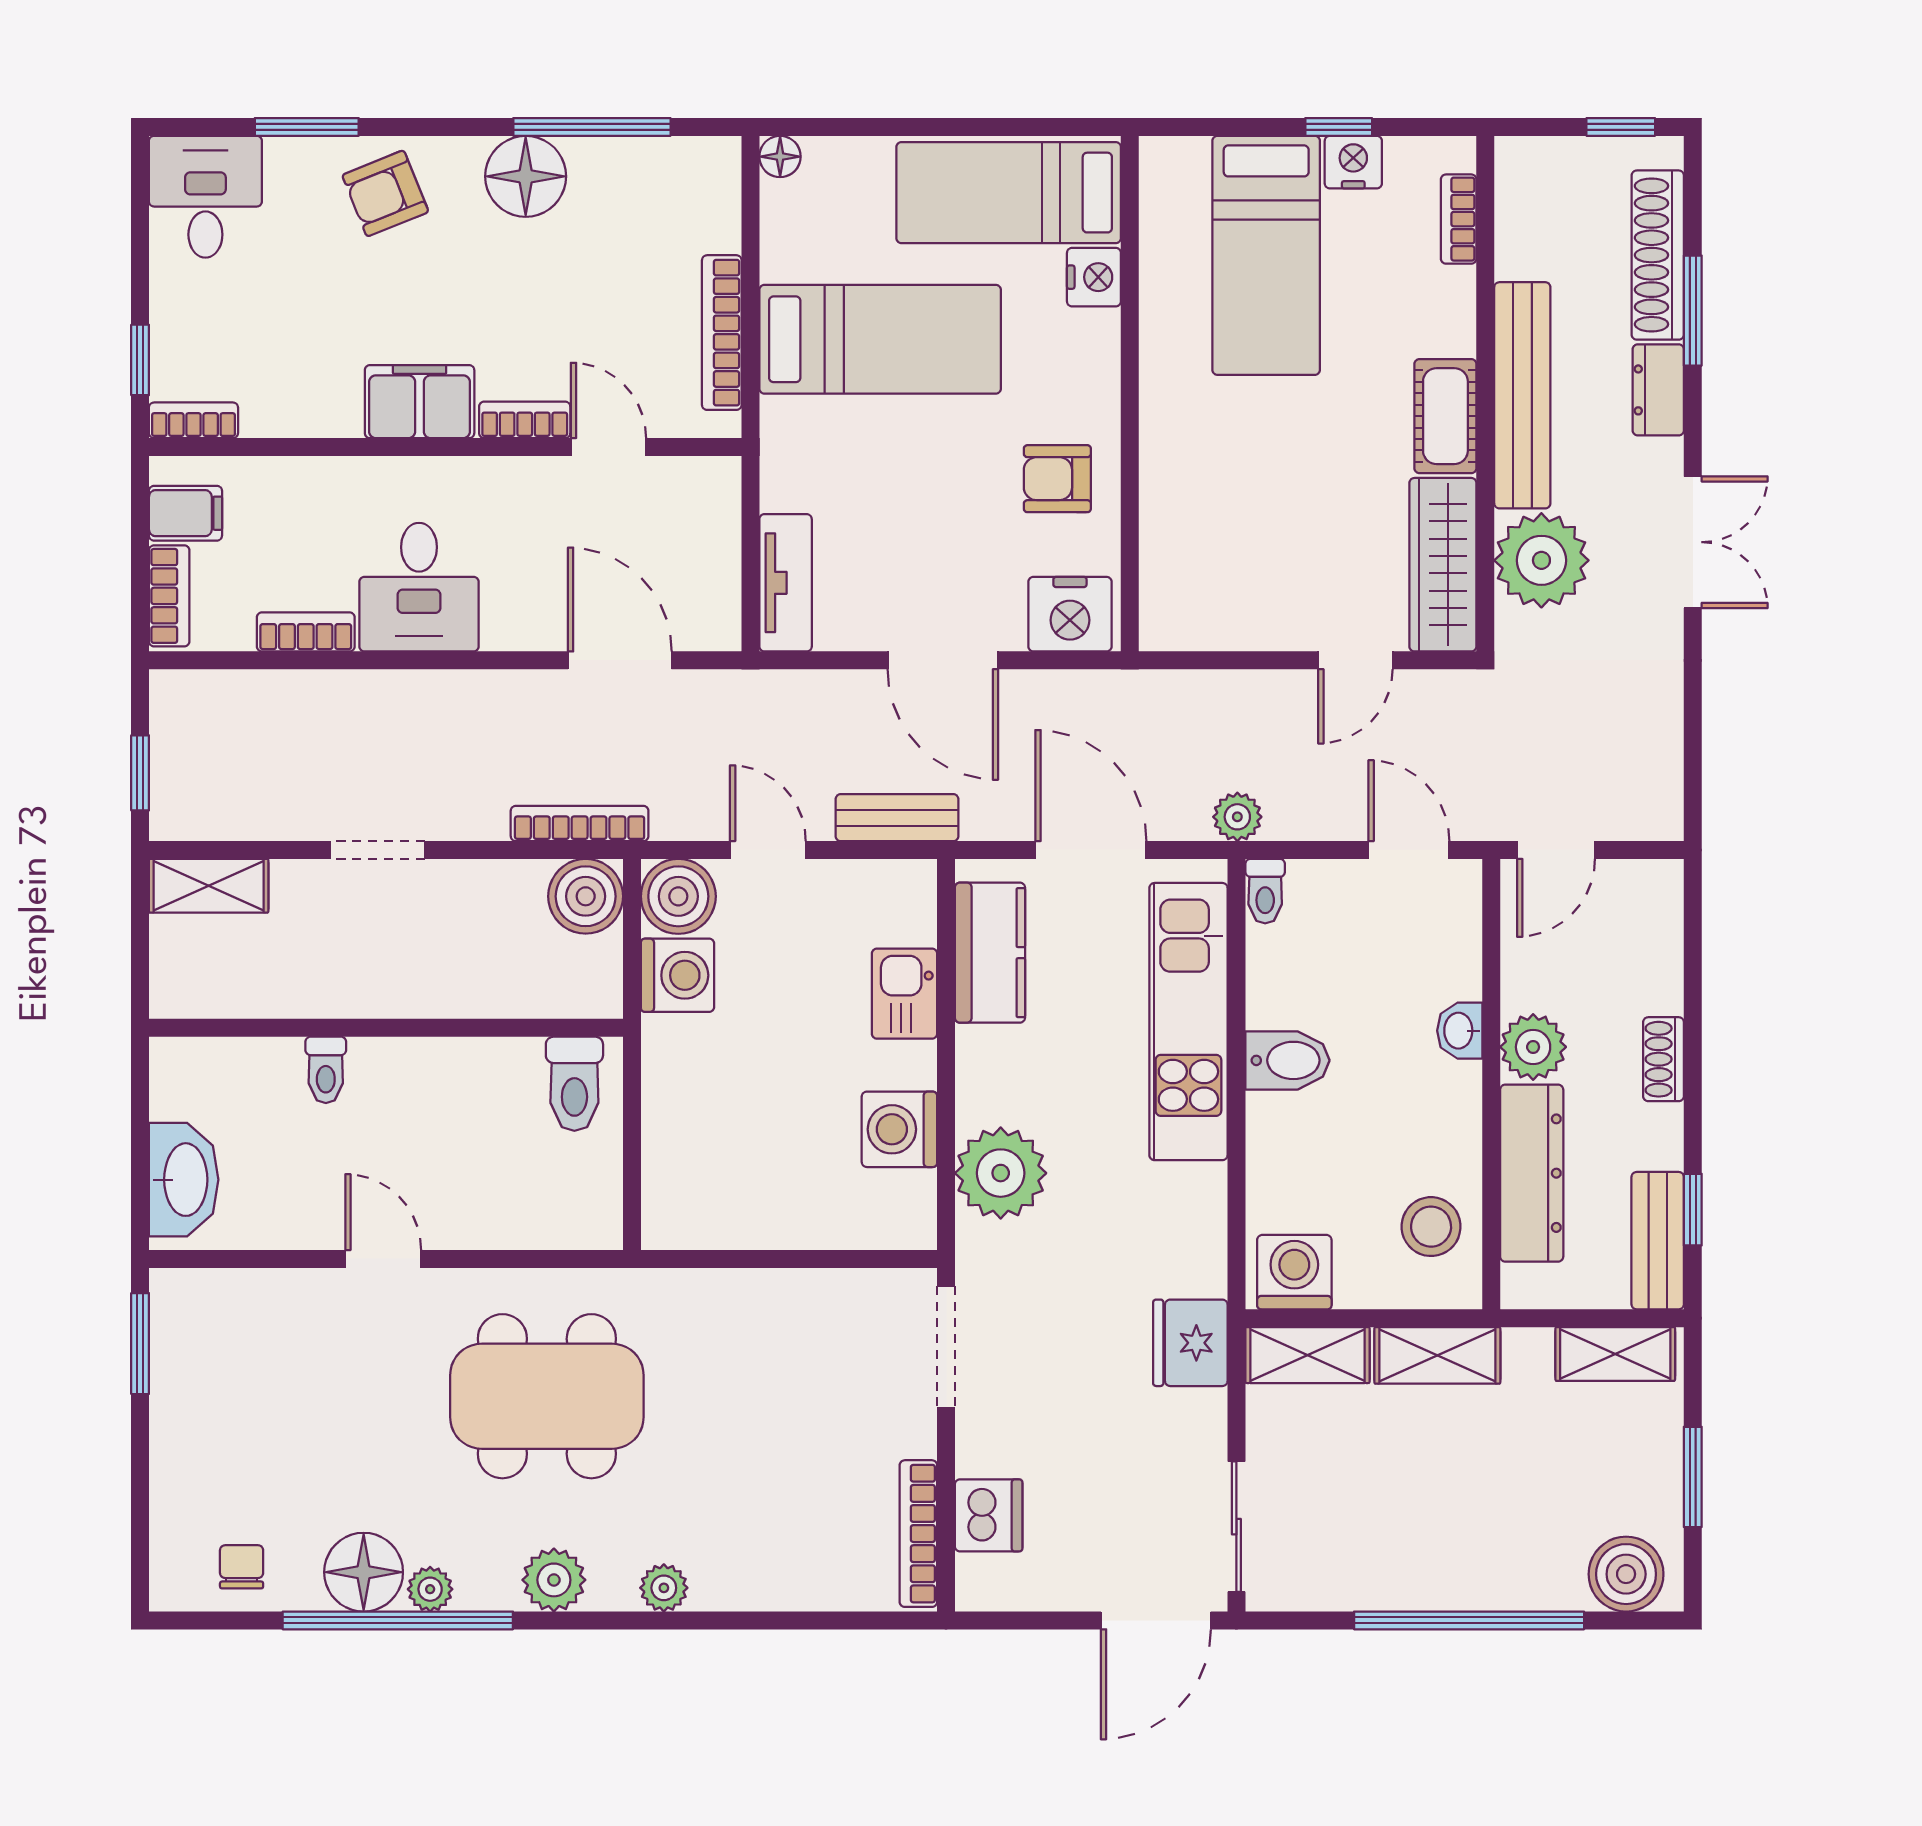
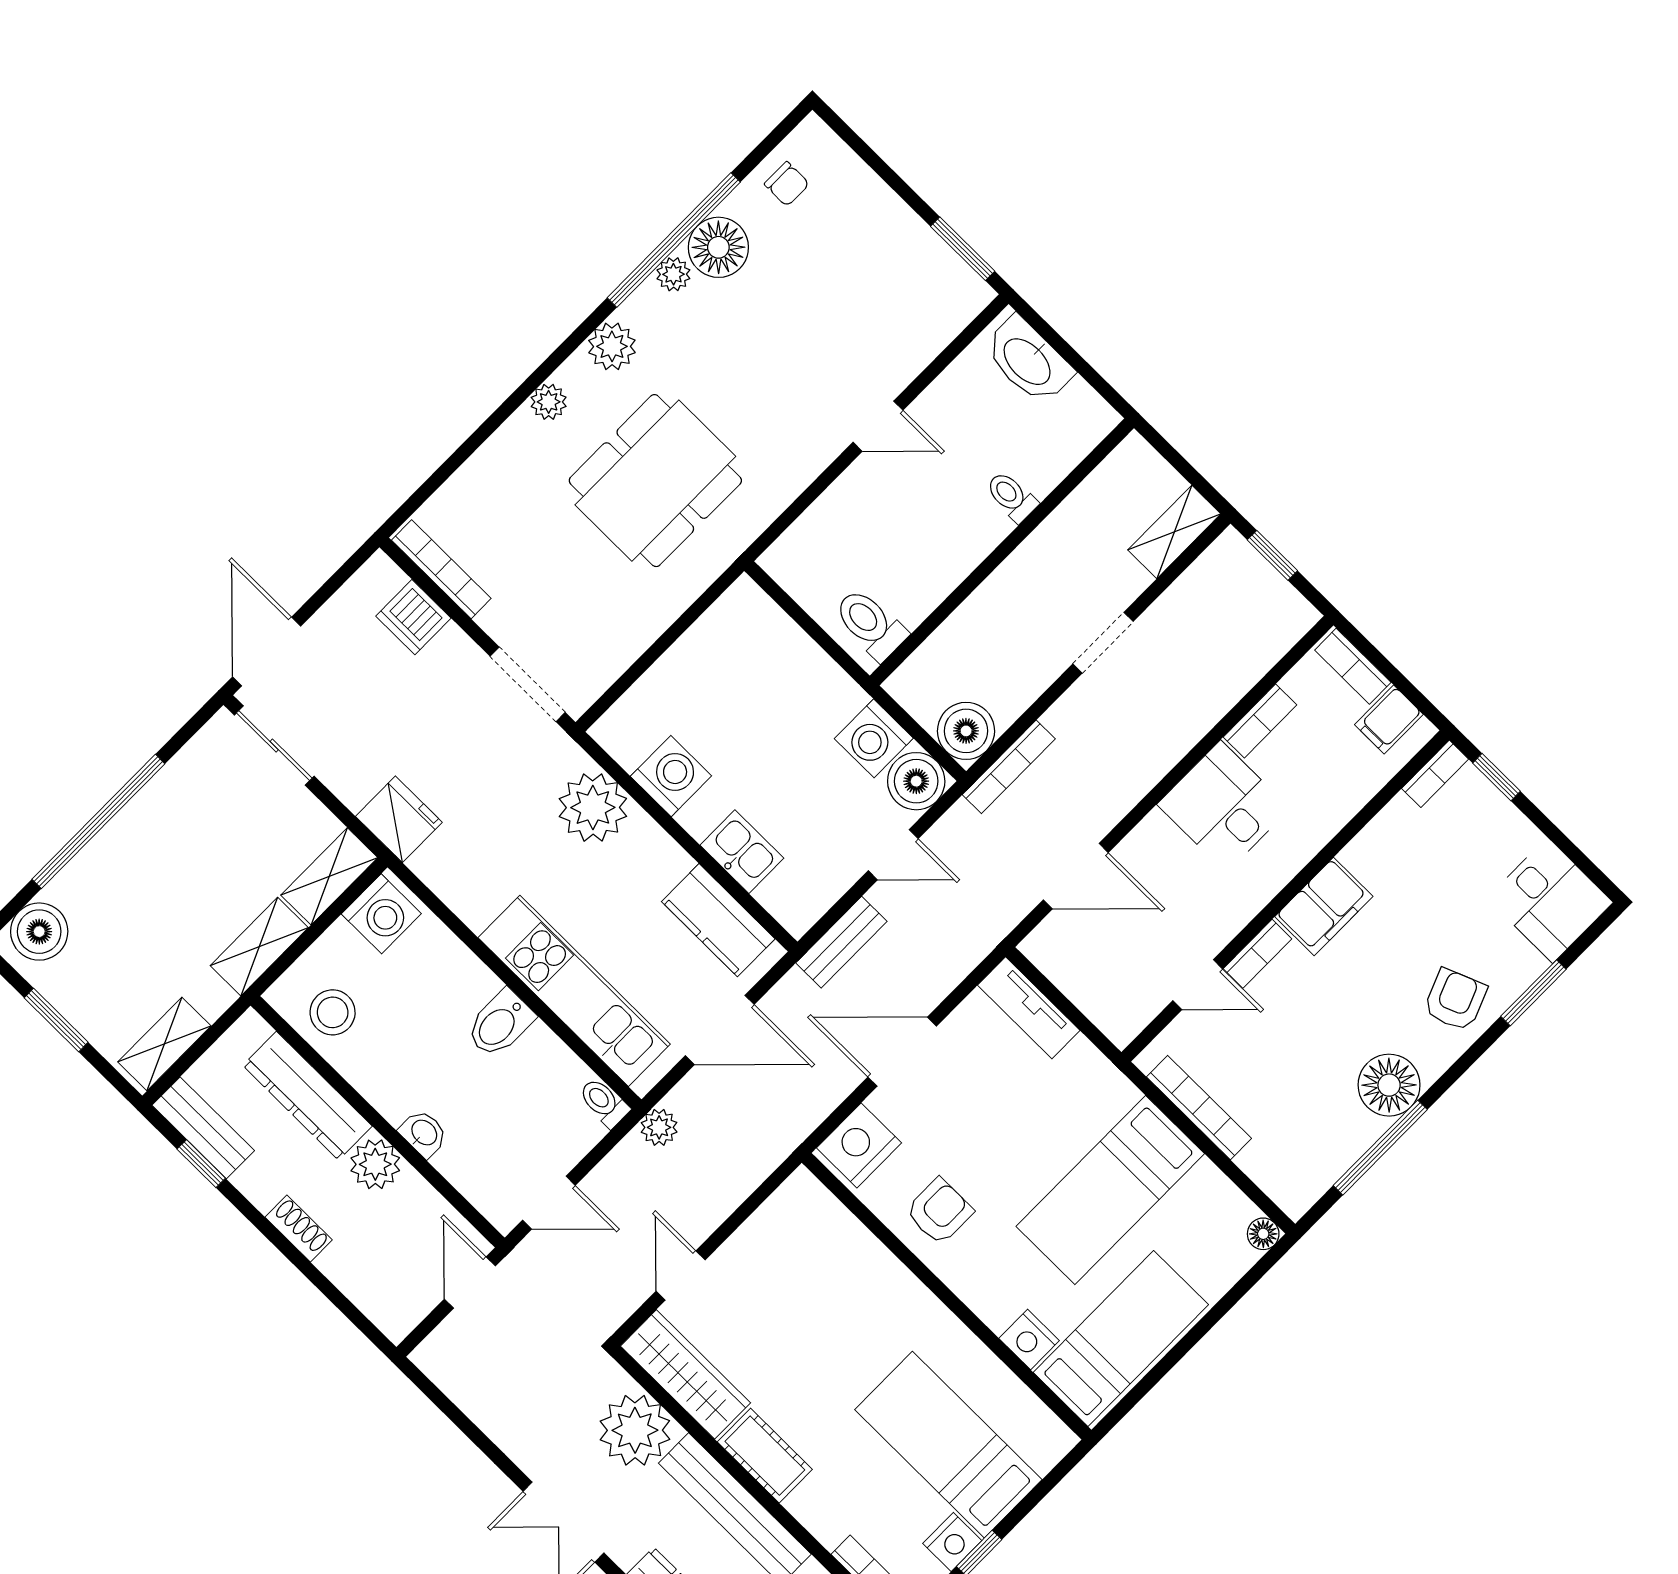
dining table: (547, 1396) -> (655, 481), moved

